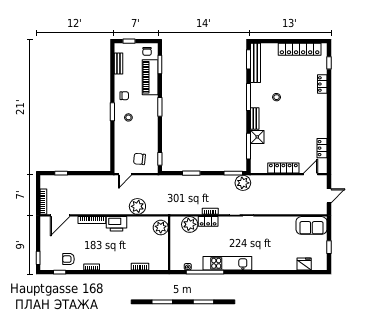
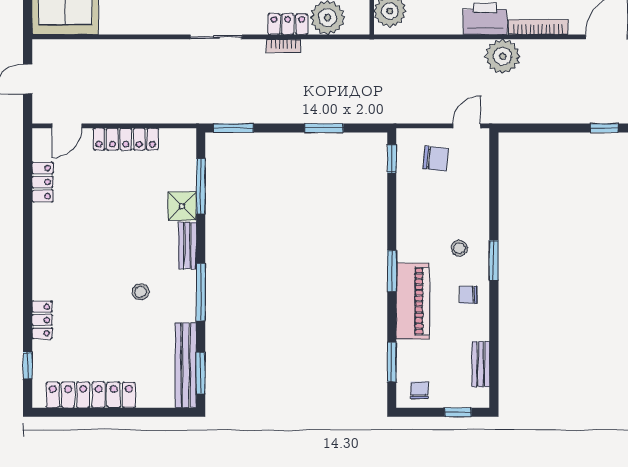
piano: (150, 77) -> (413, 301), moved
plant: (243, 183) -> (213, 107), removed
plant: (137, 206) -> (503, 56), moved

